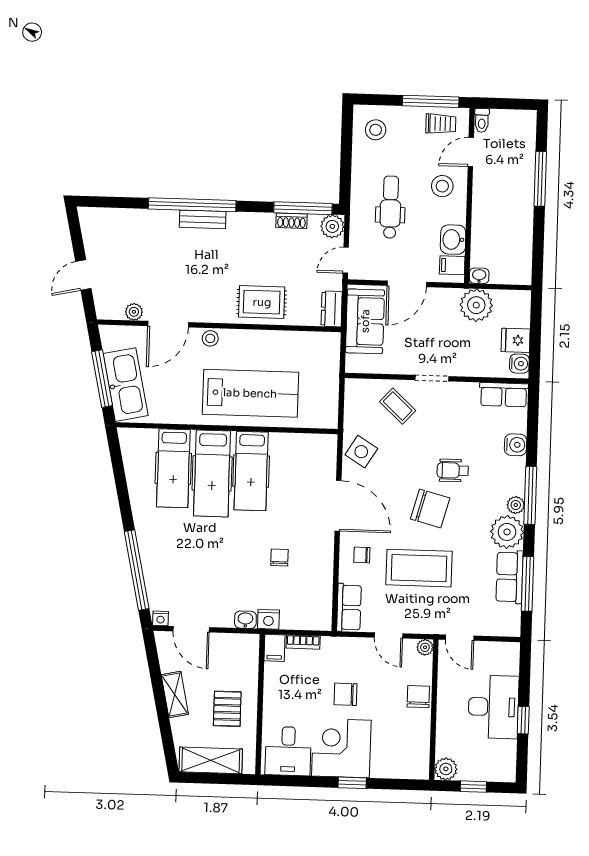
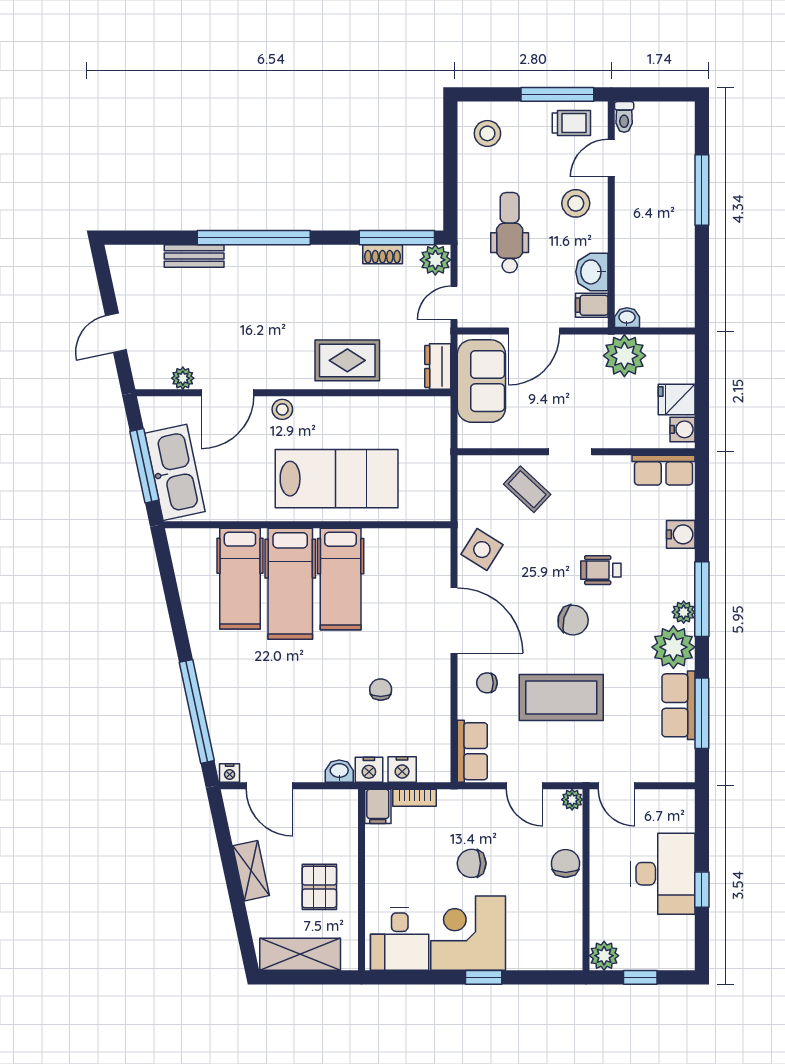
bench: (203, 219) -> (194, 256), moved
chair: (430, 509) -> (573, 620), width x0.73, depth x0.73
nightstand: (294, 620) -> (402, 769), added

